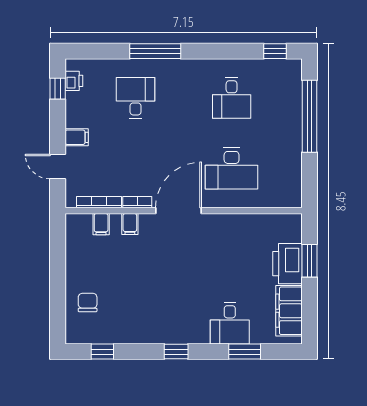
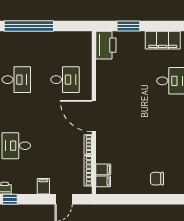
desk: (232, 169) -> (65, 80), width x0.73
filing cabinet: (130, 224) -> (103, 181), moved
printer: (287, 264) -> (106, 45), moved, turned -90

